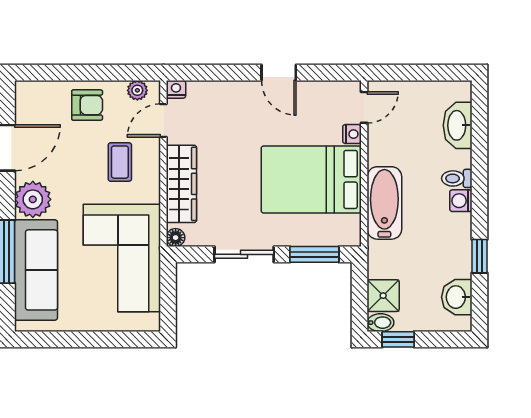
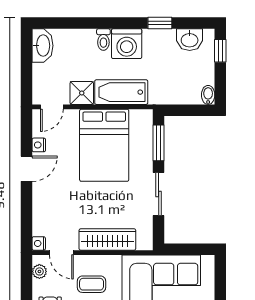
door: (364, 107) -> (52, 107), swing flipped
washbasin: (458, 125) -> (42, 46), moved, turned -90
nightstand: (352, 134) -> (39, 145), moved, turned -90
washing machine: (461, 201) -> (127, 44), width x1.89, depth x1.89
floor lamp: (176, 238) -> (146, 244), removed
shower: (383, 296) -> (82, 93), moved
window: (398, 339) -> (220, 51), moved

